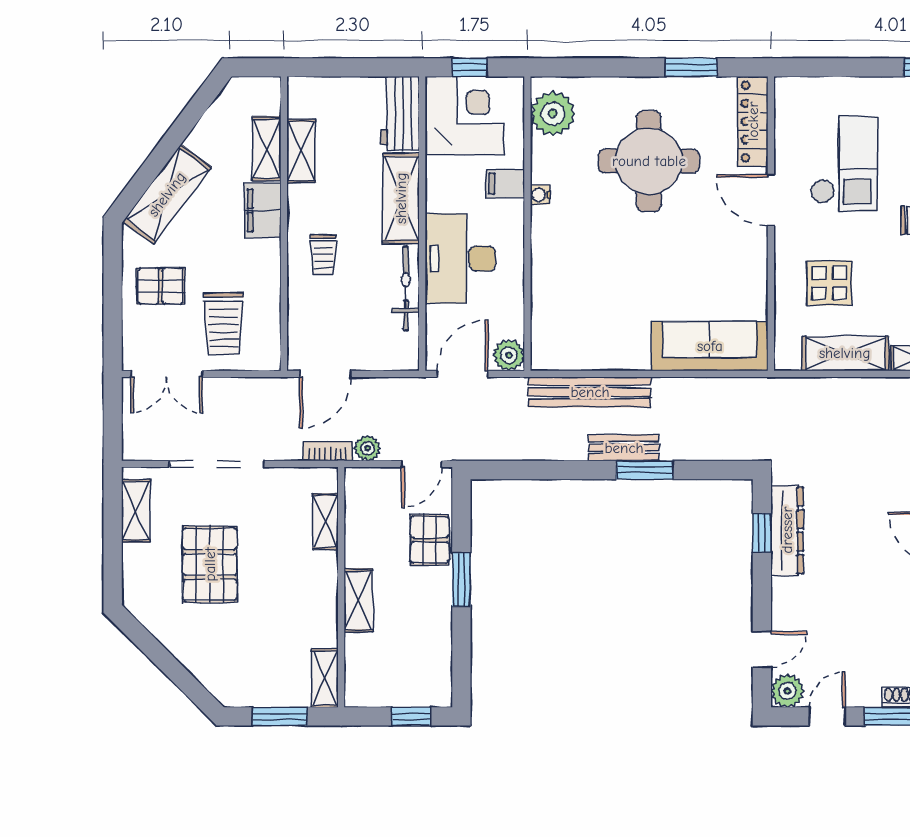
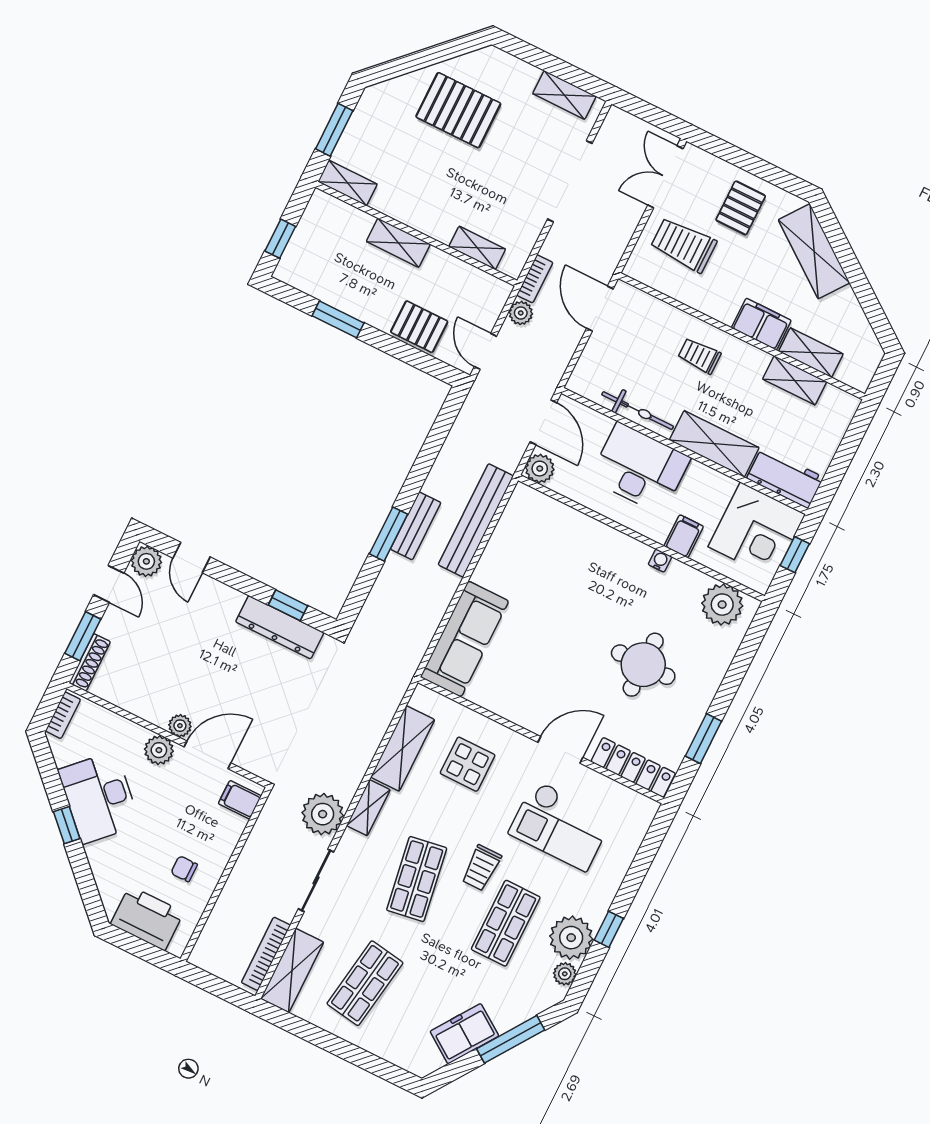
round table: (649, 161) -> (643, 665), width x0.73, depth x0.73
pallet: (210, 564) -> (458, 110), moved
window: (461, 579) -> (338, 319), moved

